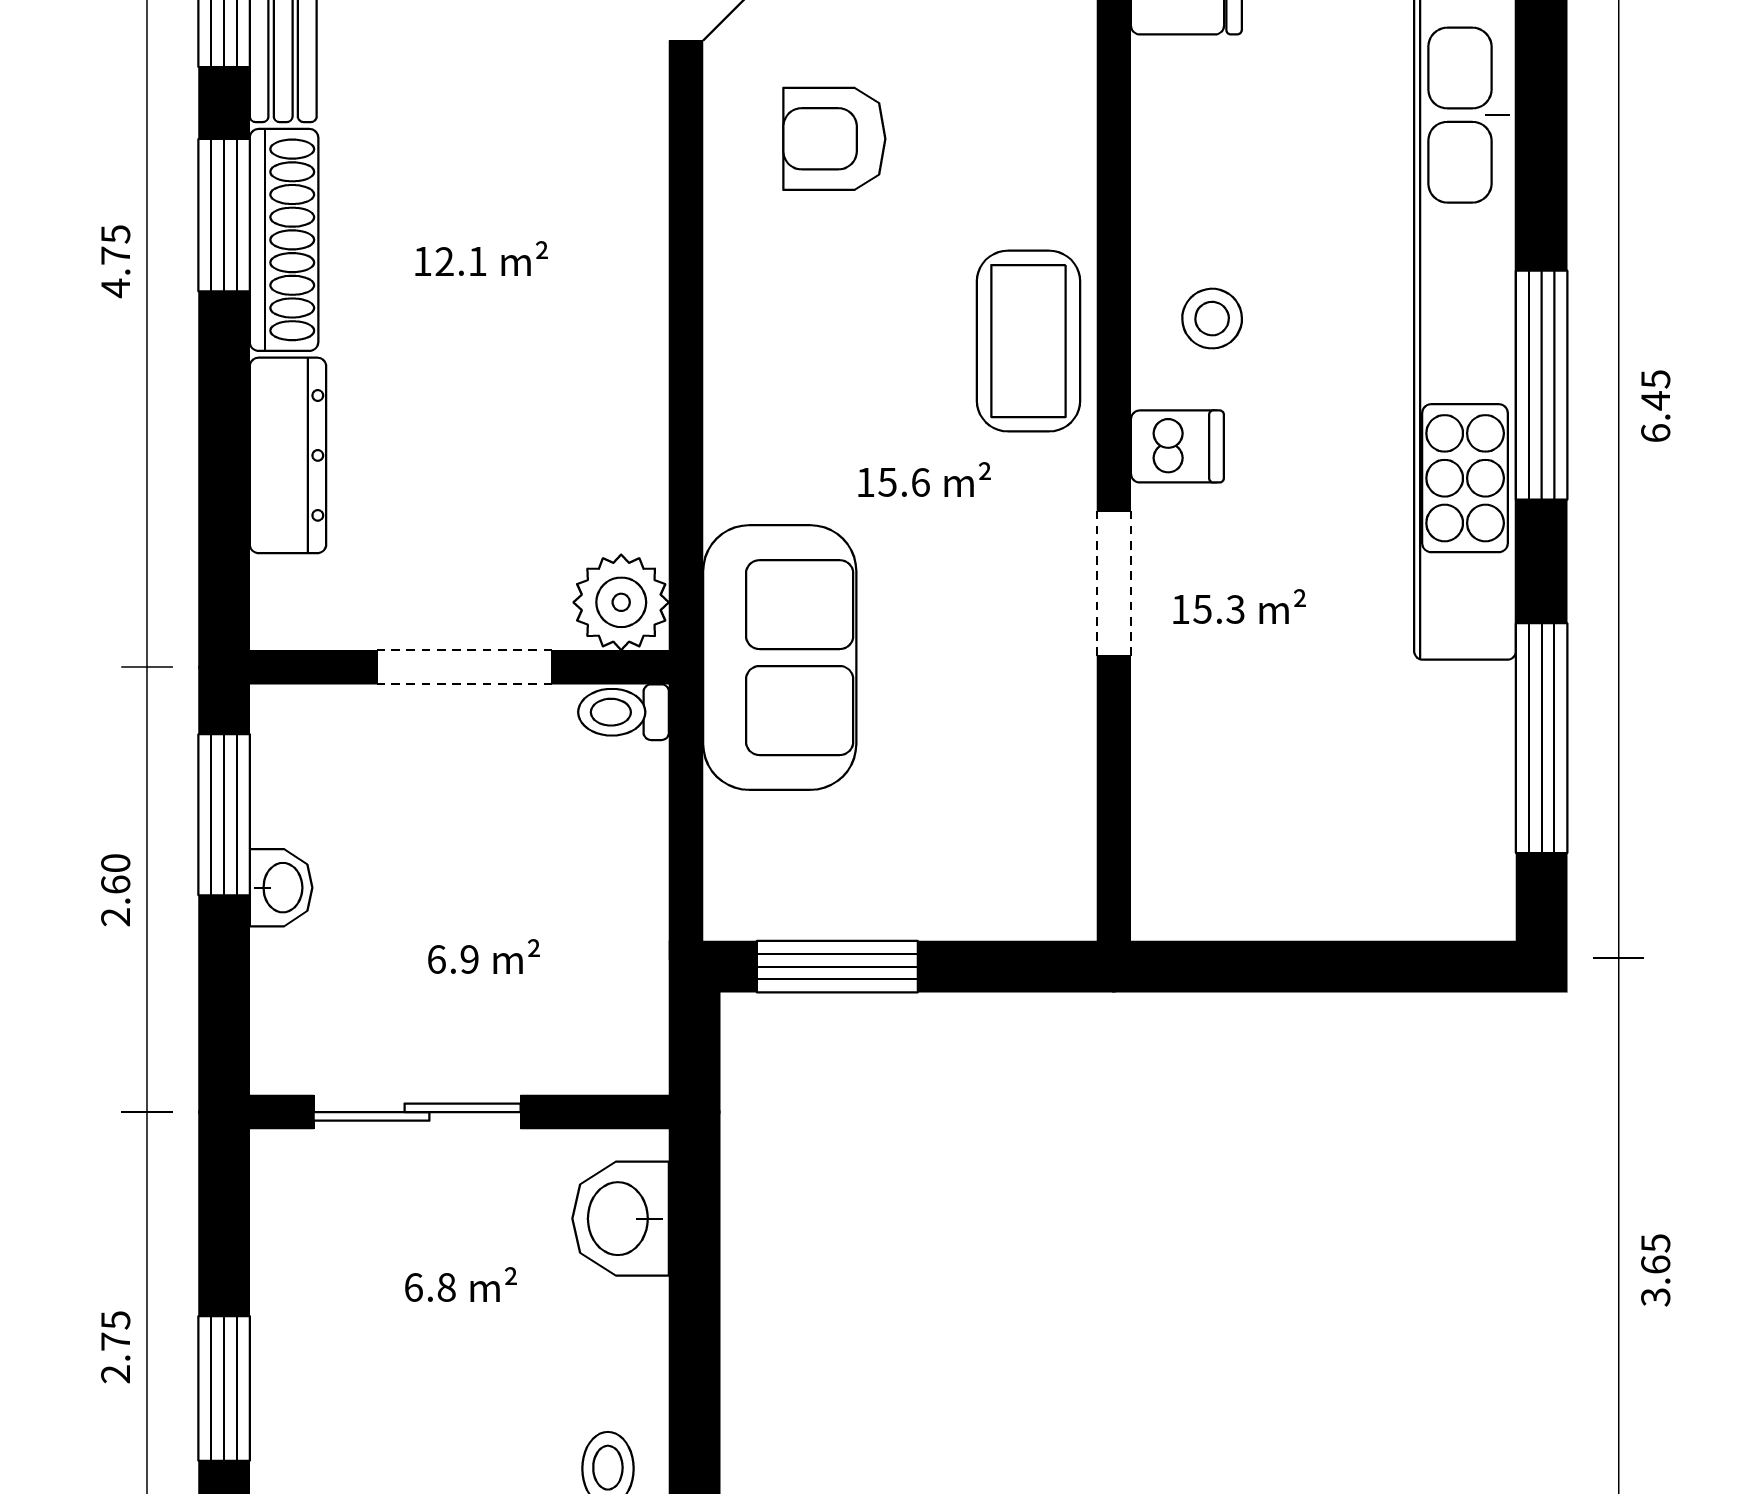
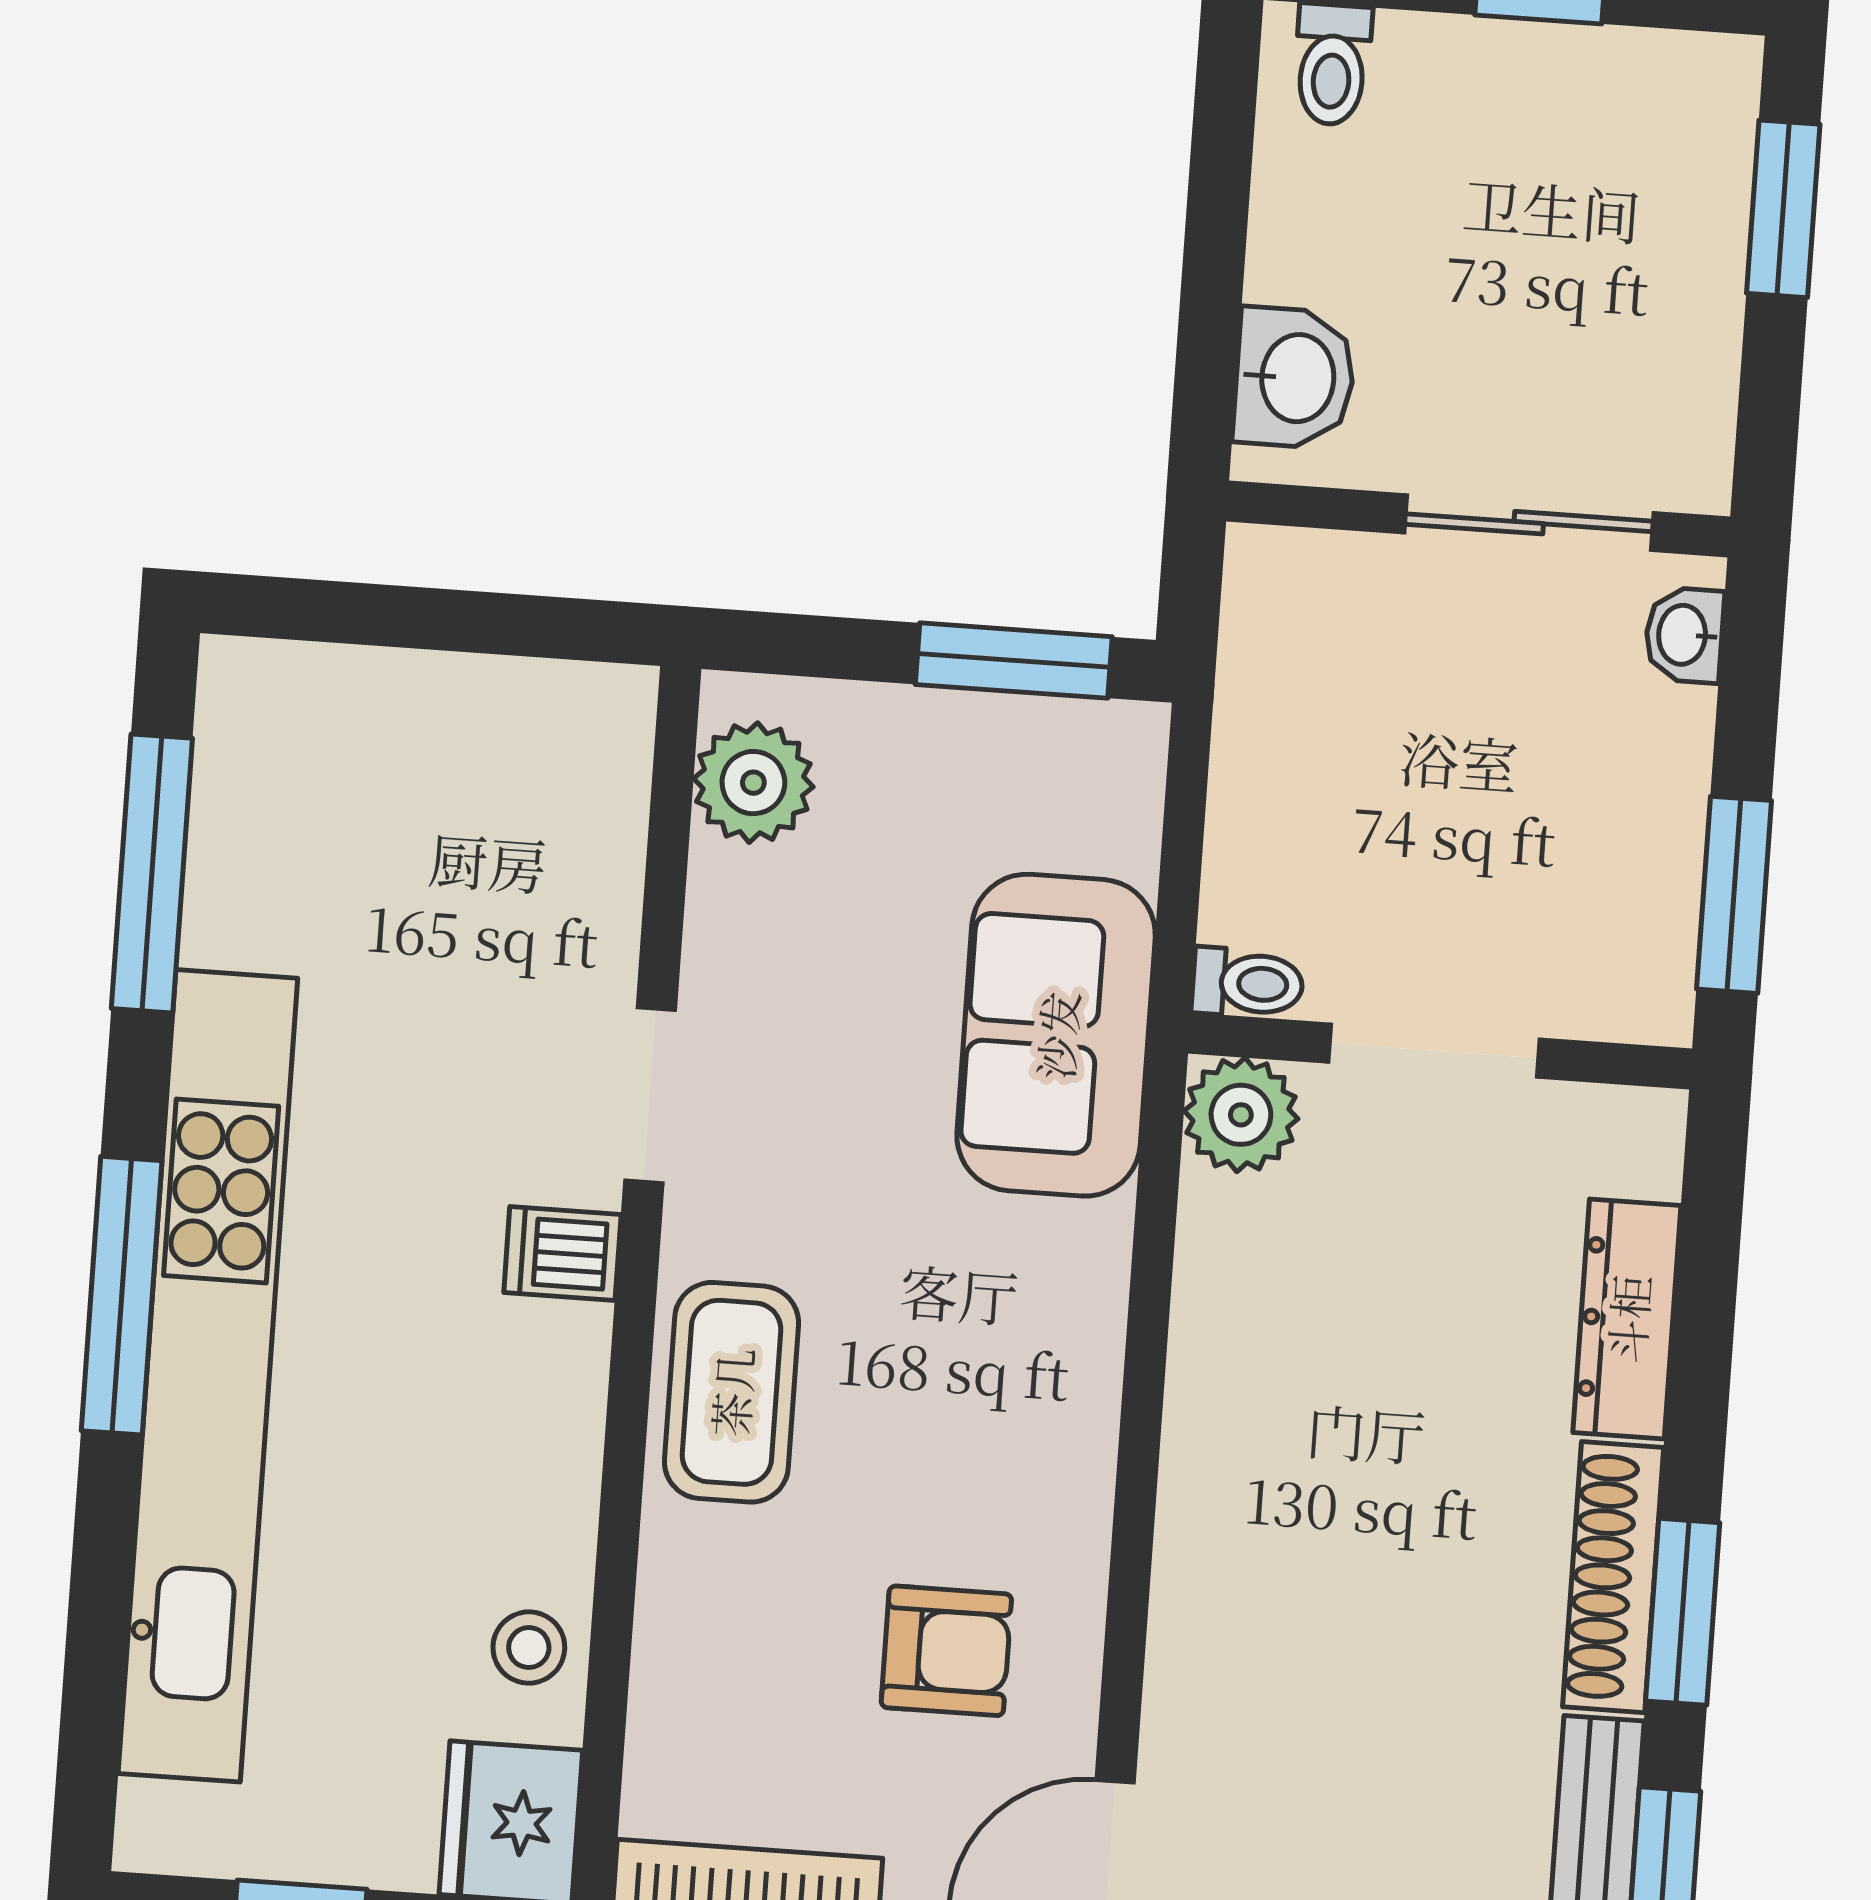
stool: (1212, 319) -> (529, 1648), moved
plant: (1047, 850) -> (753, 783), added
washbasin: (281, 888) -> (1684, 635), moved

